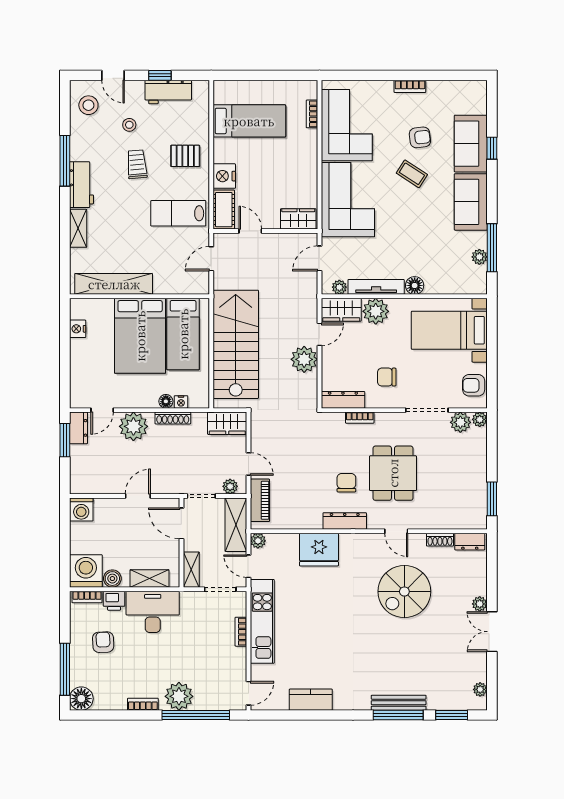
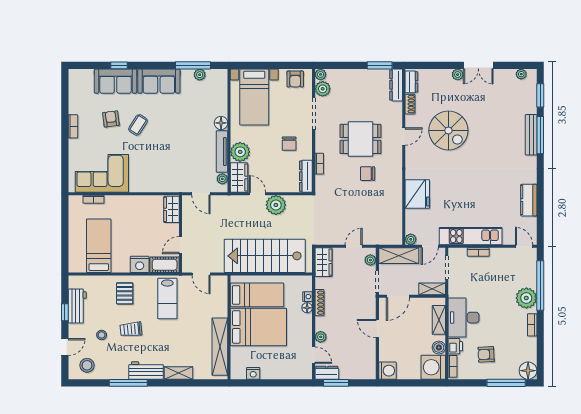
corner sofa: (348, 200) -> (157, 173), removed
plant: (133, 426) -> (321, 337), width x0.53, depth x0.53
piano: (260, 500) -> (381, 238), removed
dresser: (345, 521) -> (396, 85), moved

